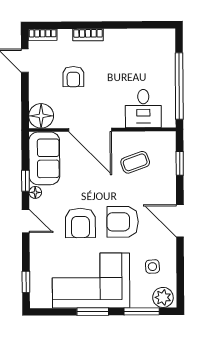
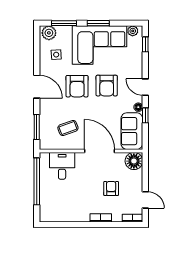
window: (180, 163) -> (37, 127), width x1.50
armchair: (123, 222) -> (77, 86), turned 90
armchair: (80, 223) -> (107, 86), turned 180
plant: (44, 301) -> (133, 31), added

